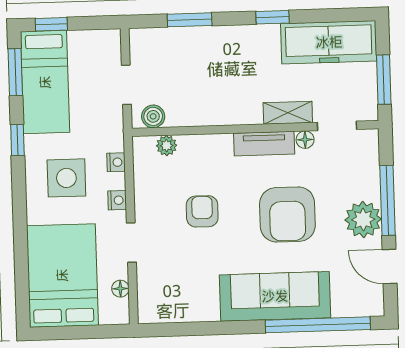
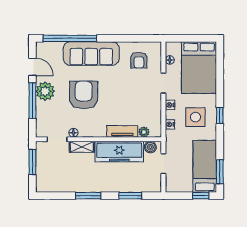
window: (272, 17) -> (88, 196), width x1.50
freezer: (329, 42) -> (119, 152), moved, turned 180
window: (17, 140) -> (220, 115), moved
tv unit: (264, 144) -> (122, 131), moved
armchair: (202, 211) -> (139, 60), moved

